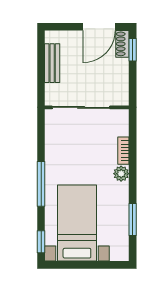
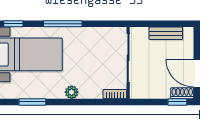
bookcase: (123, 151) -> (115, 94), moved

